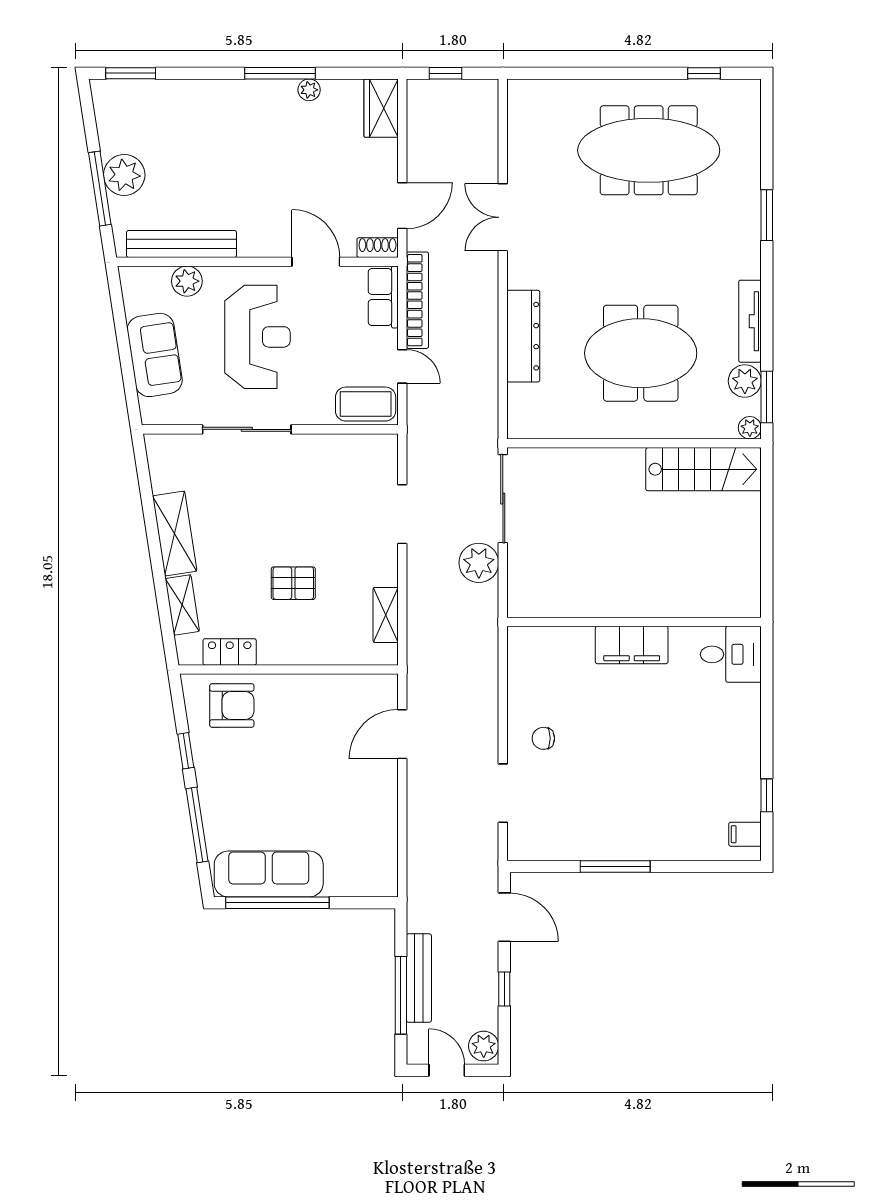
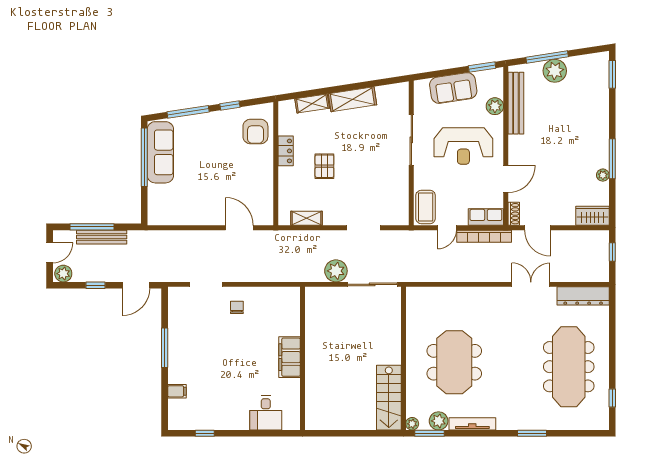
window: (117, 304) -> (482, 67), added
dresser: (523, 336) -> (583, 296), moved
locker: (230, 652) -> (286, 151), moved
desk: (731, 654) -> (266, 413), moved
filing cabinet: (745, 834) -> (177, 391), moved, turned 90

